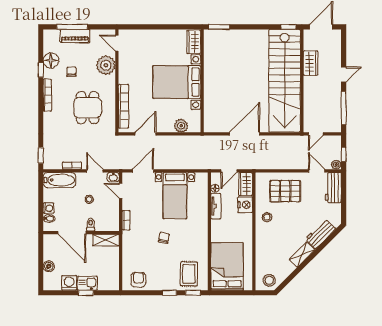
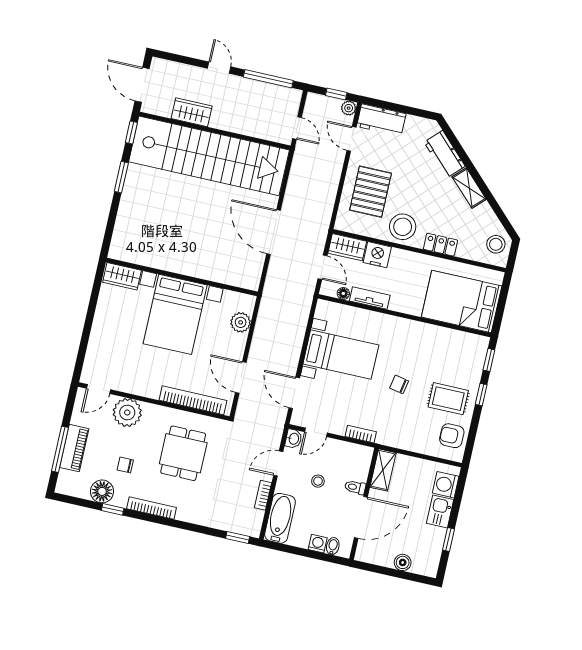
window: (219, 27) -> (121, 177), moved
dining table: (88, 108) -> (183, 453), turned 90
door: (317, 171) -> (351, 139), hinge flipped
stool: (267, 217) -> (403, 227), width x1.89, depth x1.89
locker: (261, 244) -> (440, 245), added
rug: (189, 274) -> (448, 399), moved
washing machine: (69, 283) -> (446, 485), moved
window: (86, 293) -> (449, 539), moved

